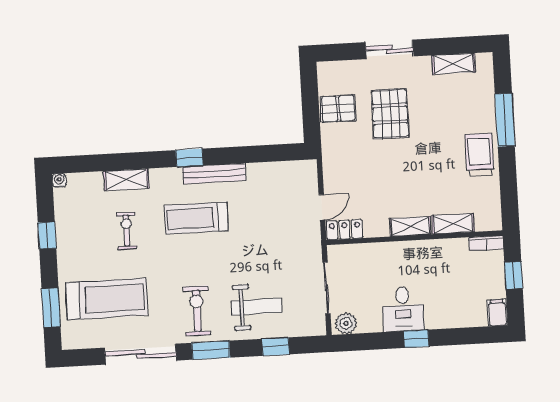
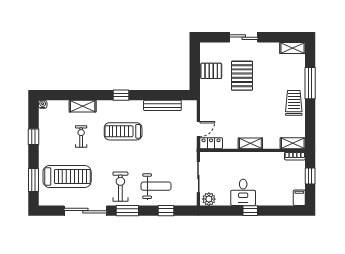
shelving: (454, 64) -> (292, 48), moved
bench: (214, 174) -> (162, 105), moved
shelving: (453, 224) -> (293, 143), moved

